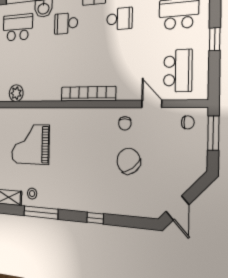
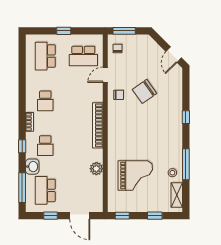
school desk: (119, 19) -> (45, 101), turned 180
school desk: (178, 71) -> (83, 56), turned 180
plant: (16, 93) -> (96, 169), moved
grand piano: (30, 144) -> (135, 175), turned -90
door: (177, 208) -> (174, 55), swing flipped

